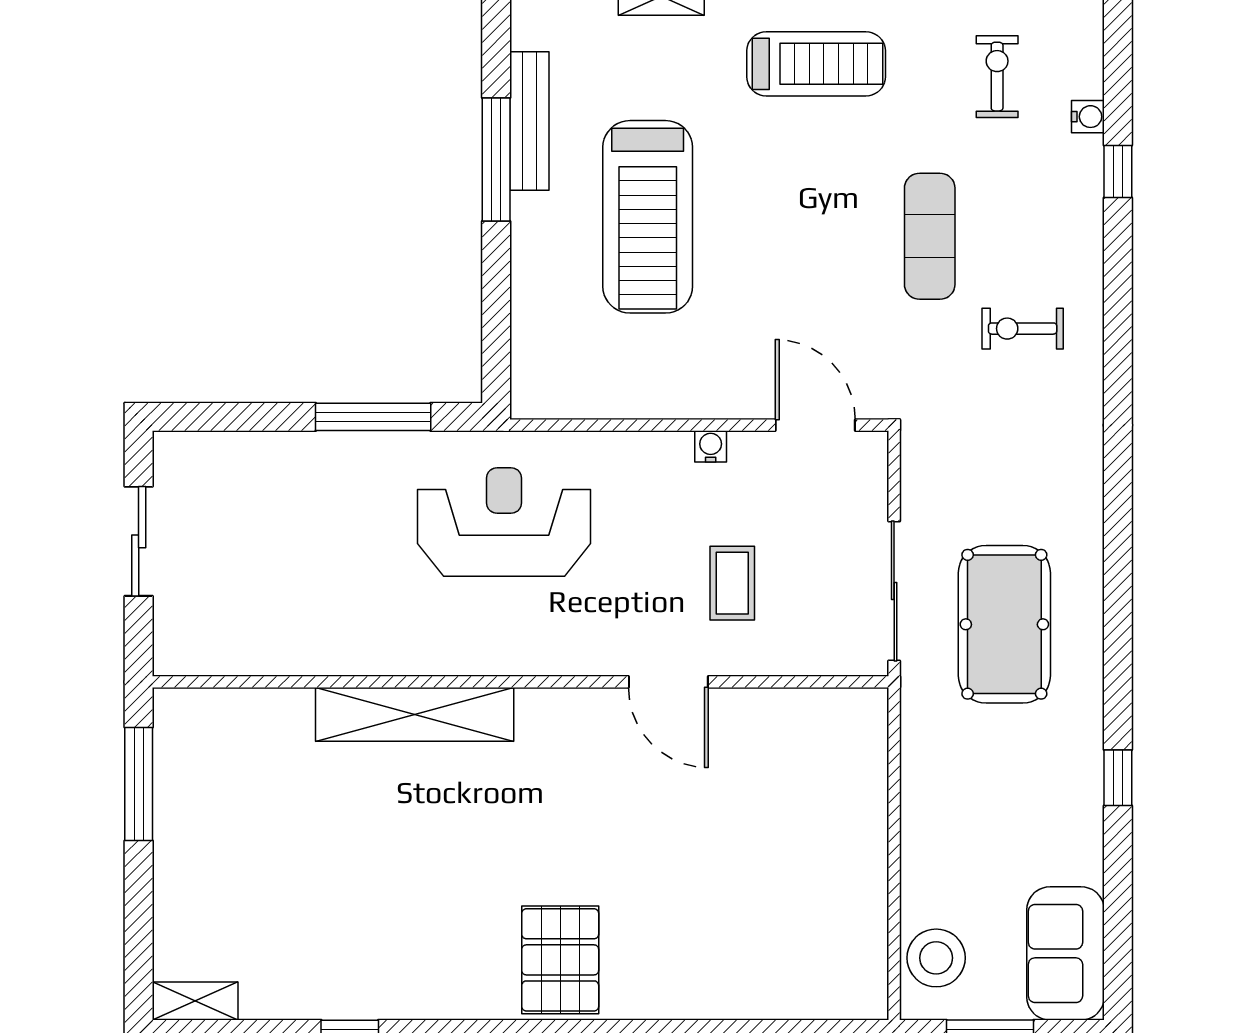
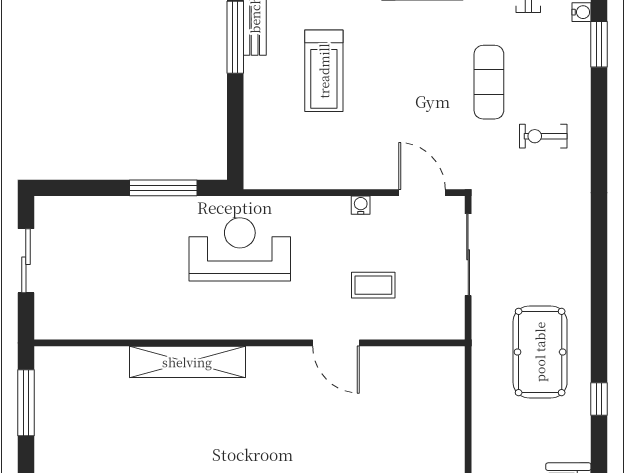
window: (1118, 172) -> (599, 44), width x1.50
treadmill: (648, 217) -> (324, 71), width x0.73, depth x0.73
coffee table: (732, 583) -> (373, 285), turned 90
sliding door: (894, 591) -> (468, 255), moved
pool table: (1004, 624) -> (540, 352), moved

